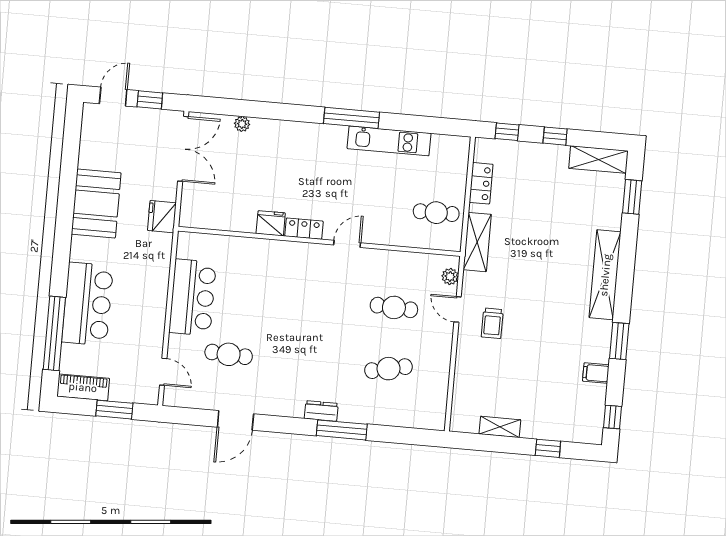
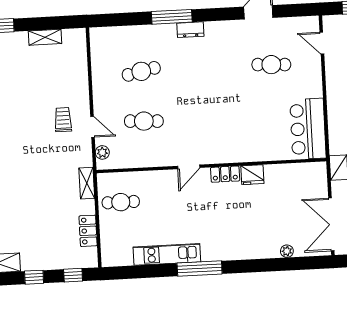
shelving: (477, 242) -> (87, 183), width x0.67, depth x0.75
bar counter: (193, 297) -> (308, 129), moved

